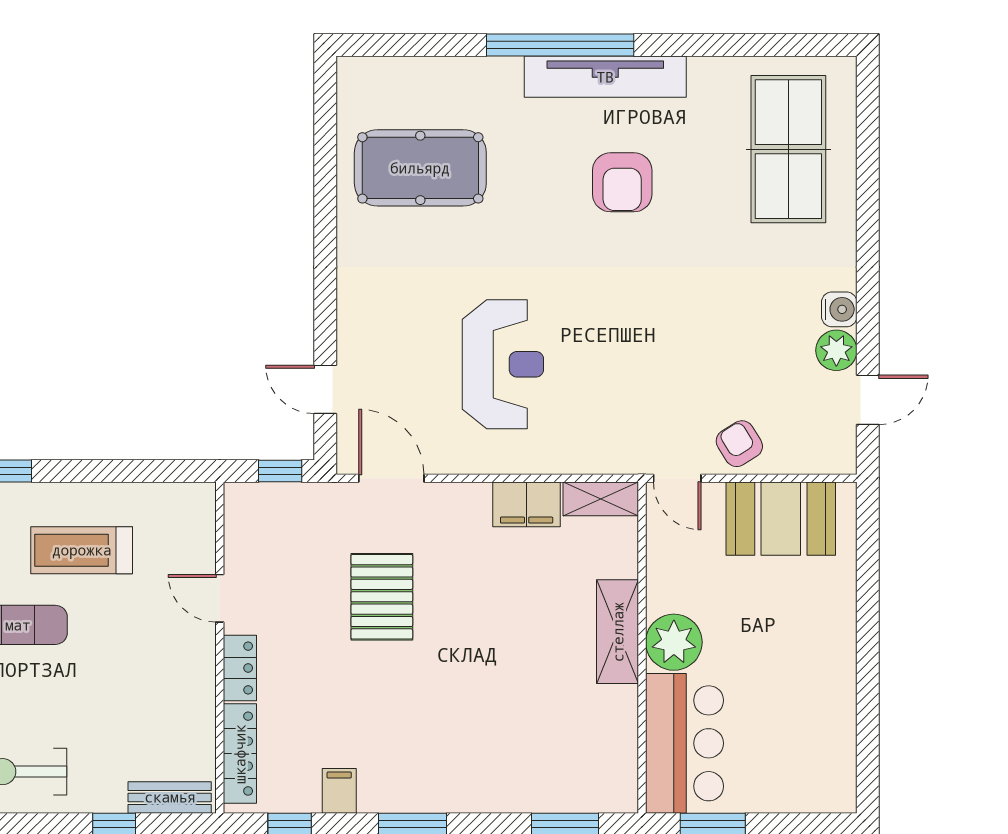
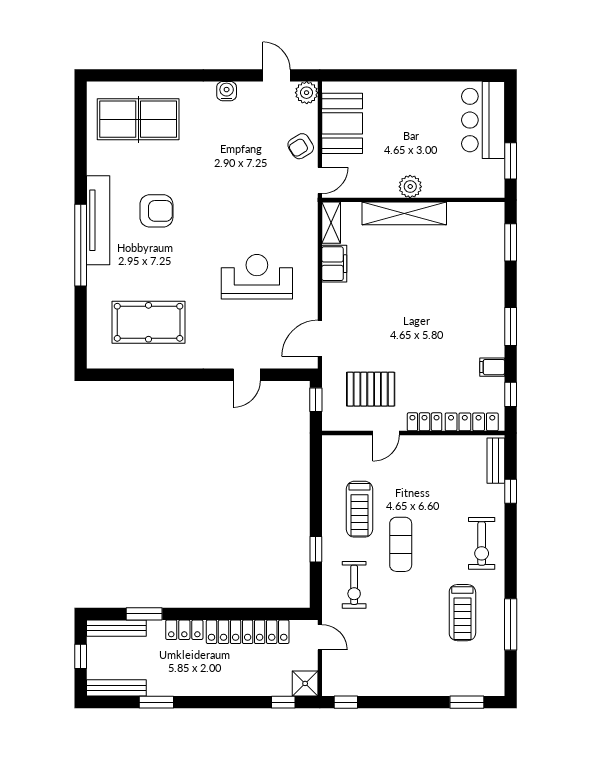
pool table: (420, 168) -> (149, 322), turned 90
plant: (836, 350) -> (307, 93), moved
door: (325, 389) -> (247, 375), moved
pallet: (382, 597) -> (371, 389), moved
shelving: (618, 632) -> (404, 213), width x1.47
plant: (674, 642) -> (410, 187), width x0.73, depth x0.73
bar counter: (685, 743) -> (483, 120), moved, turned -90

